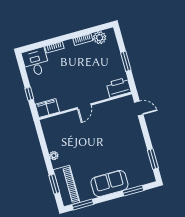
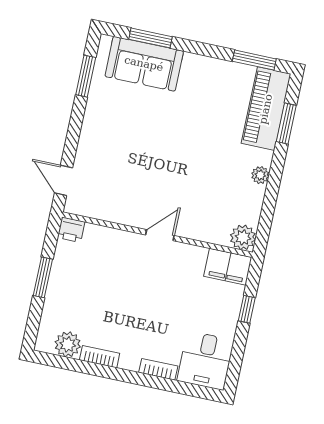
printer: (119, 87) -> (71, 230), width x0.53, depth x0.68
plant: (47, 124) -> (243, 237), added
sofa: (109, 184) -> (144, 64), moved

